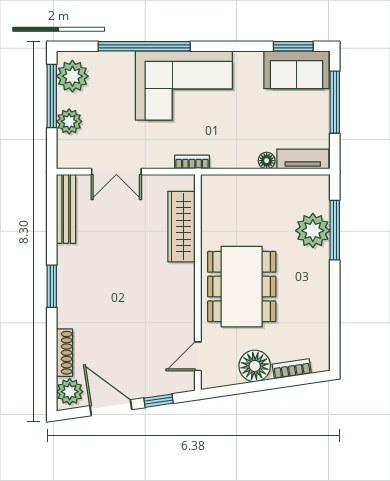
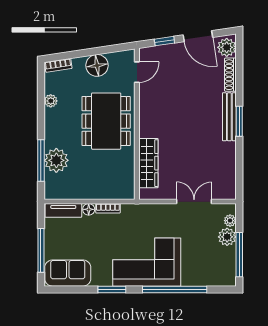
window: (293, 46) -> (112, 289), moved
plant: (72, 76) -> (230, 221), moved, width x0.53, depth x0.53
bookcase: (192, 162) -> (108, 208), moved
bench: (66, 209) -> (229, 117), moved
plant: (321, 315) -> (51, 101), added
bookcase: (292, 369) -> (58, 65), moved

